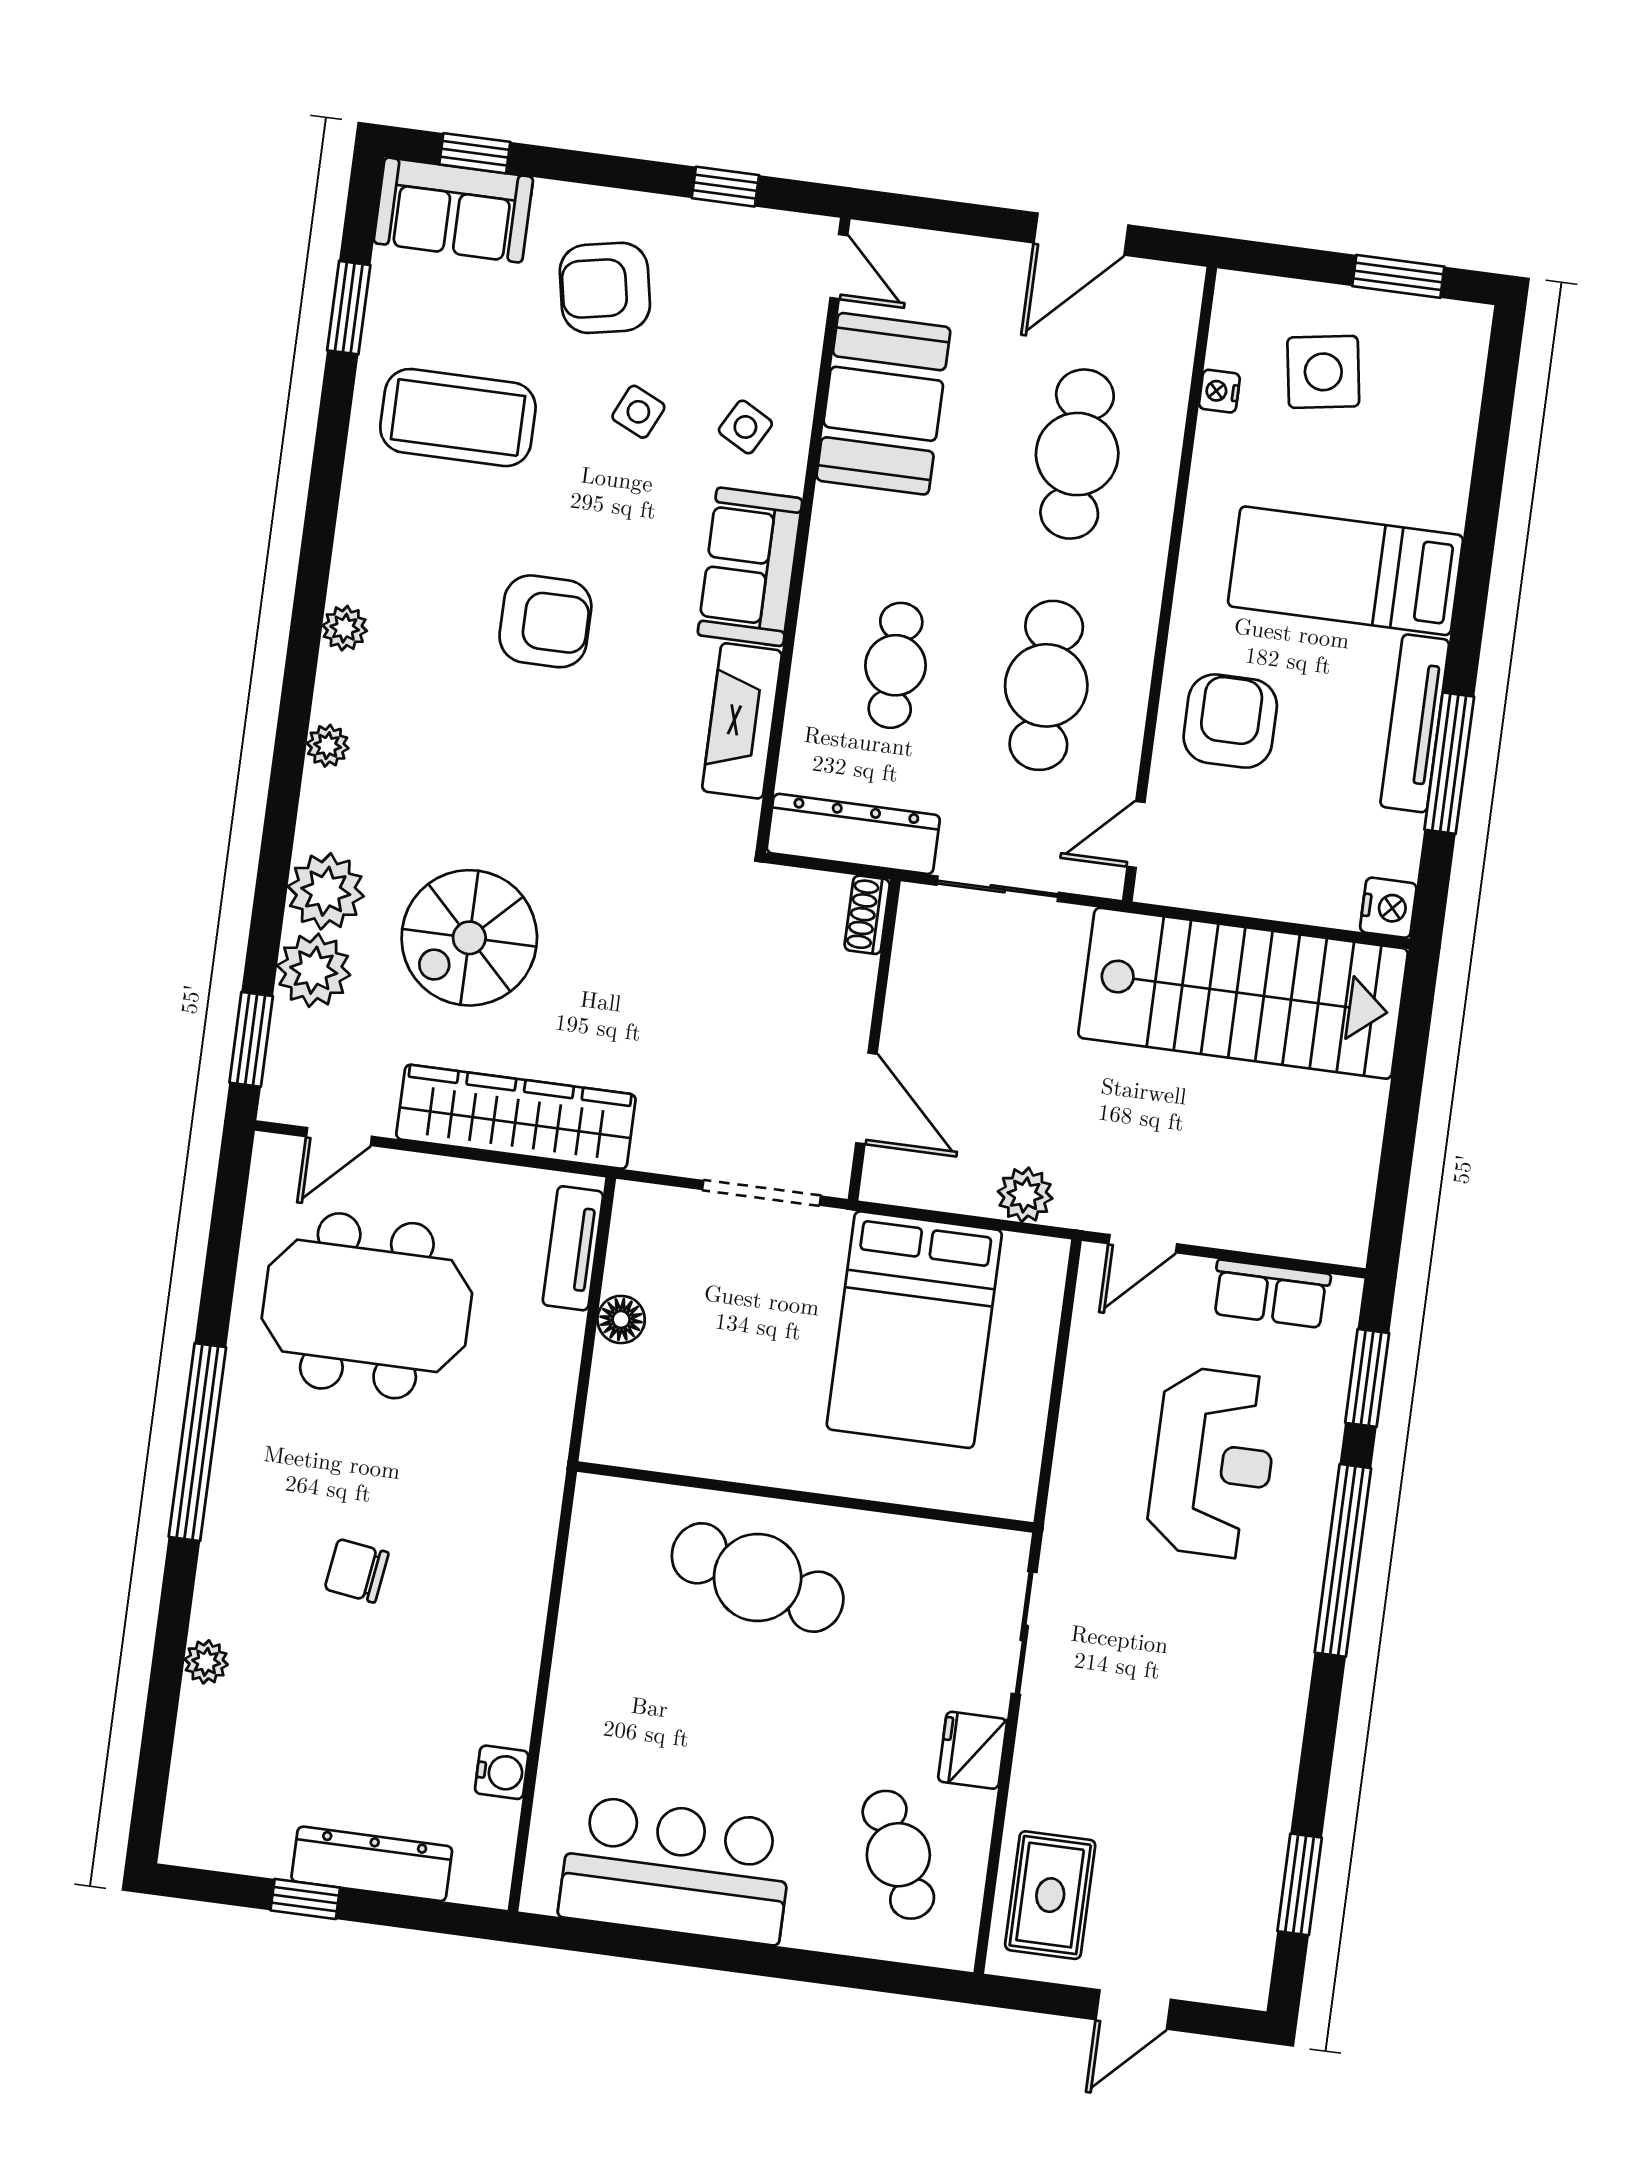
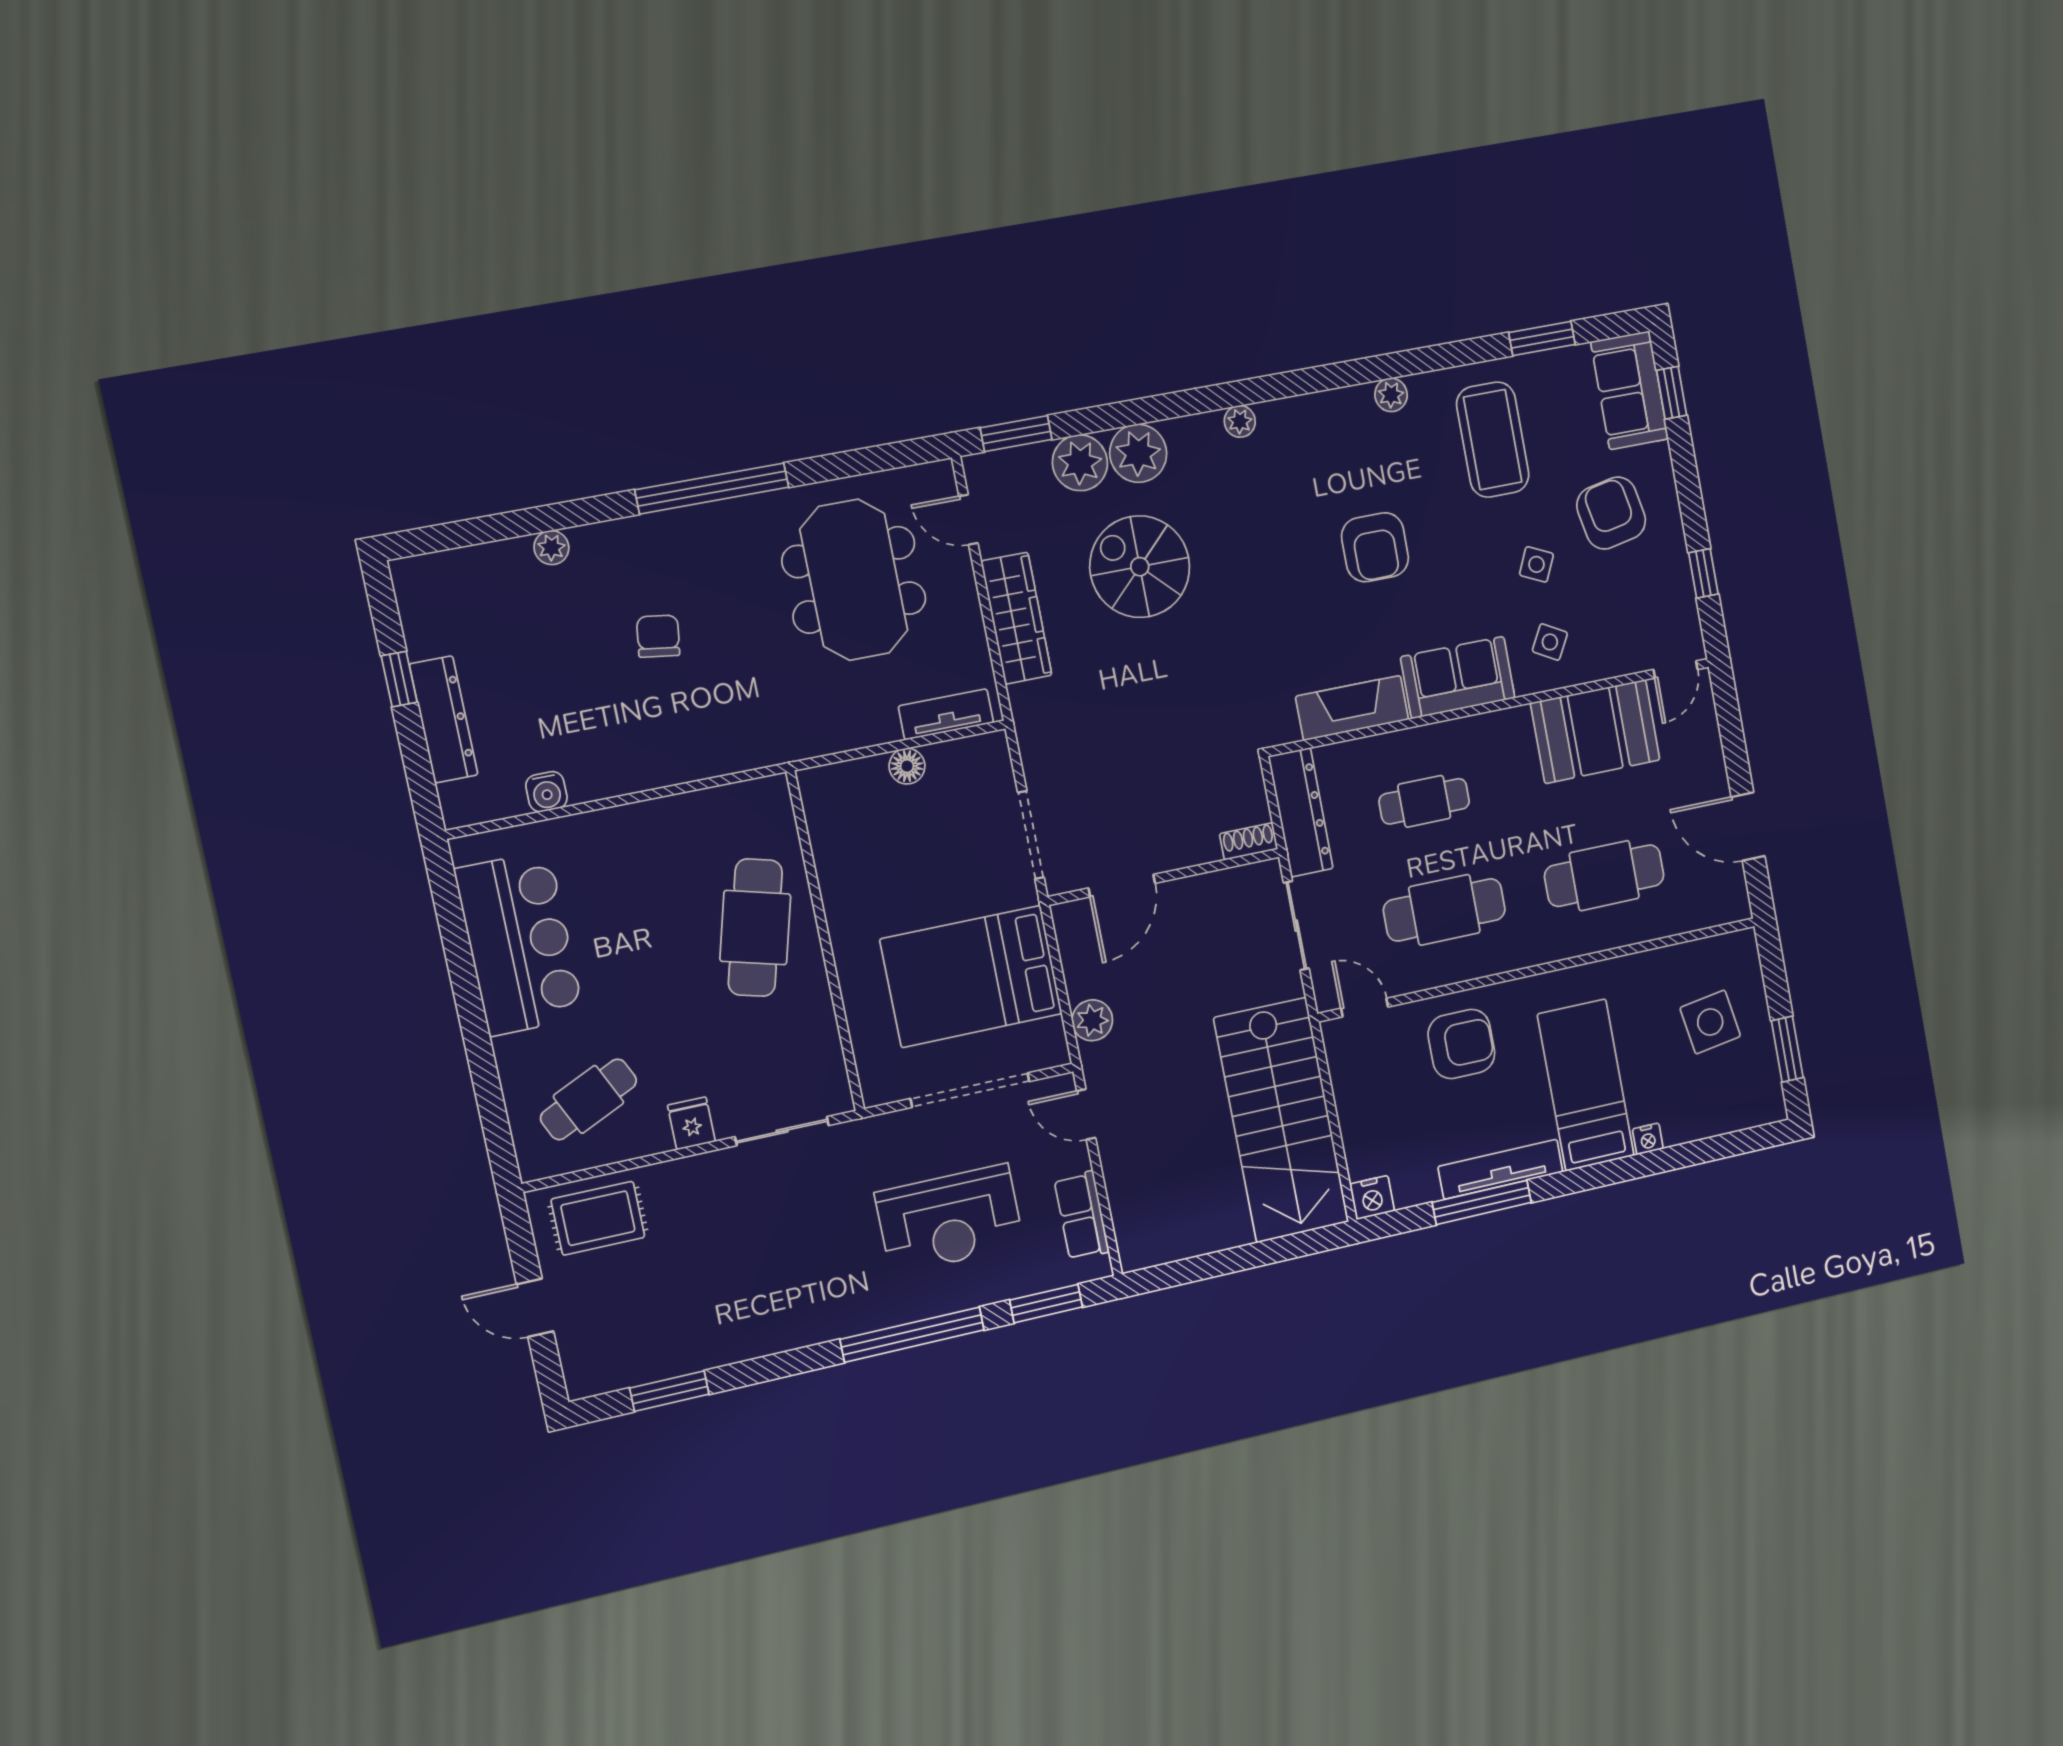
nightstand: (1219, 391) -> (1648, 1139), moved, turned 180
plant: (345, 628) -> (1391, 395), moved
wardrobe: (516, 1117) -> (1016, 618), width x0.71, depth x0.85
doorway: (1058, 1381) -> (970, 1090), added
fridge: (972, 1750) -> (691, 1123), width x0.72

